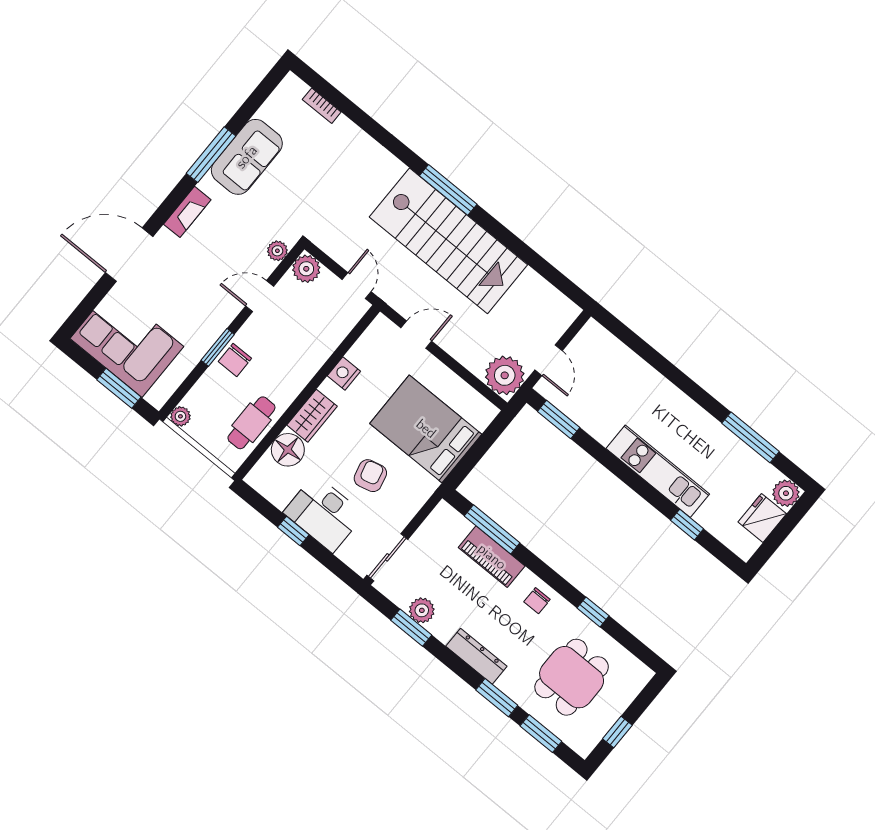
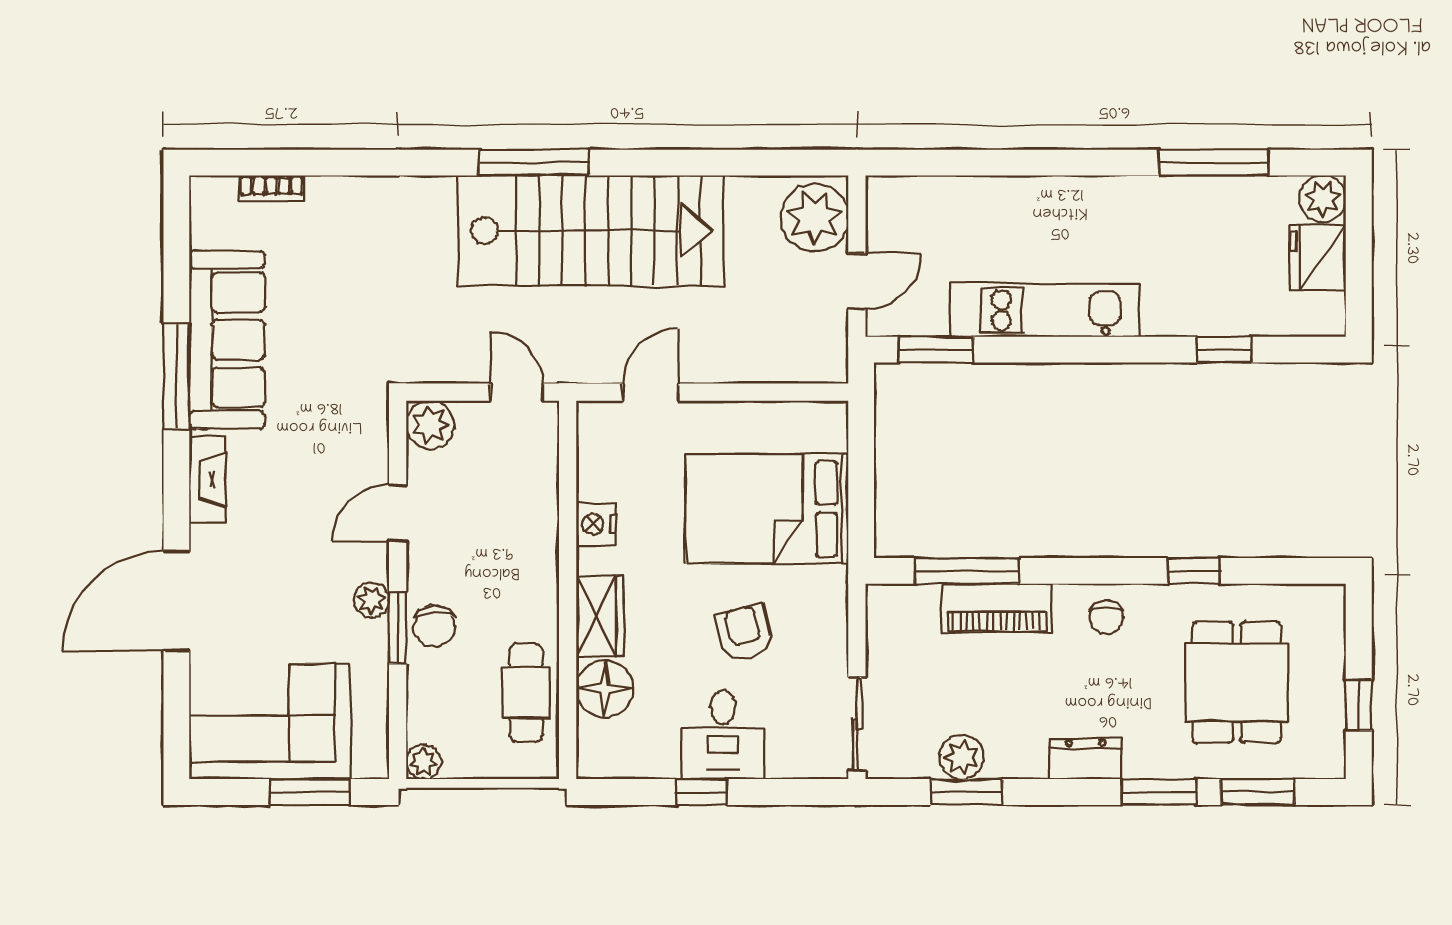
sofa: (247, 157) -> (227, 340), width x1.36
plant: (277, 251) -> (371, 600), moved
door: (549, 360) -> (857, 281), hinge flipped
plant: (505, 375) -> (814, 218), moved
kitchen unit: (658, 471) -> (1045, 310), moved
desk: (324, 513) -> (723, 735), width x0.73
dresser: (476, 656) -> (1086, 759), width x0.70

